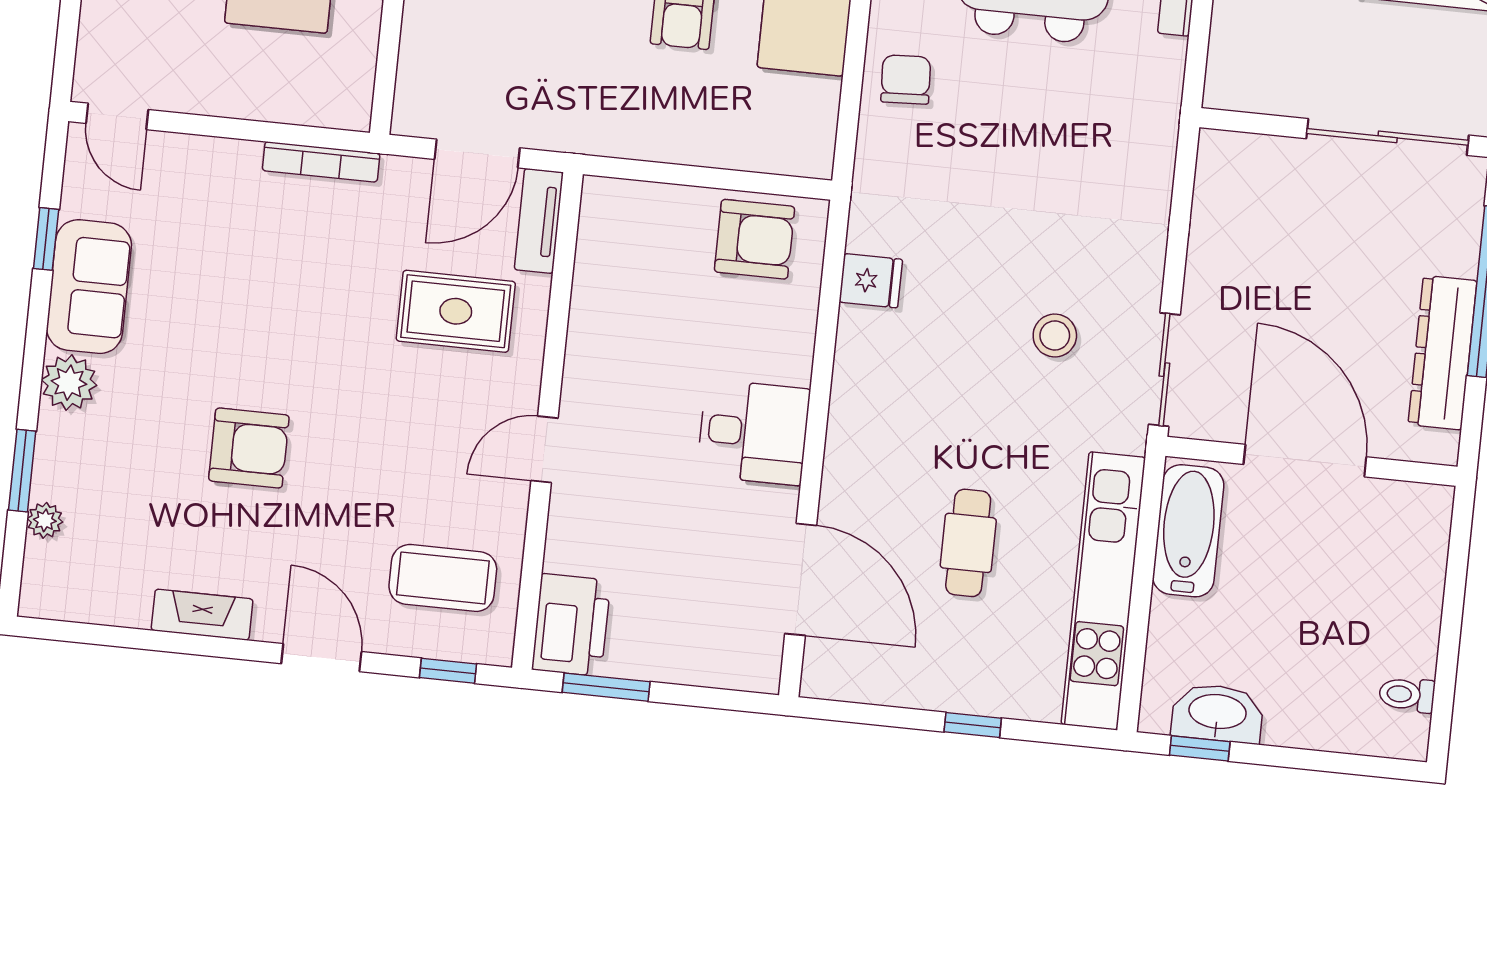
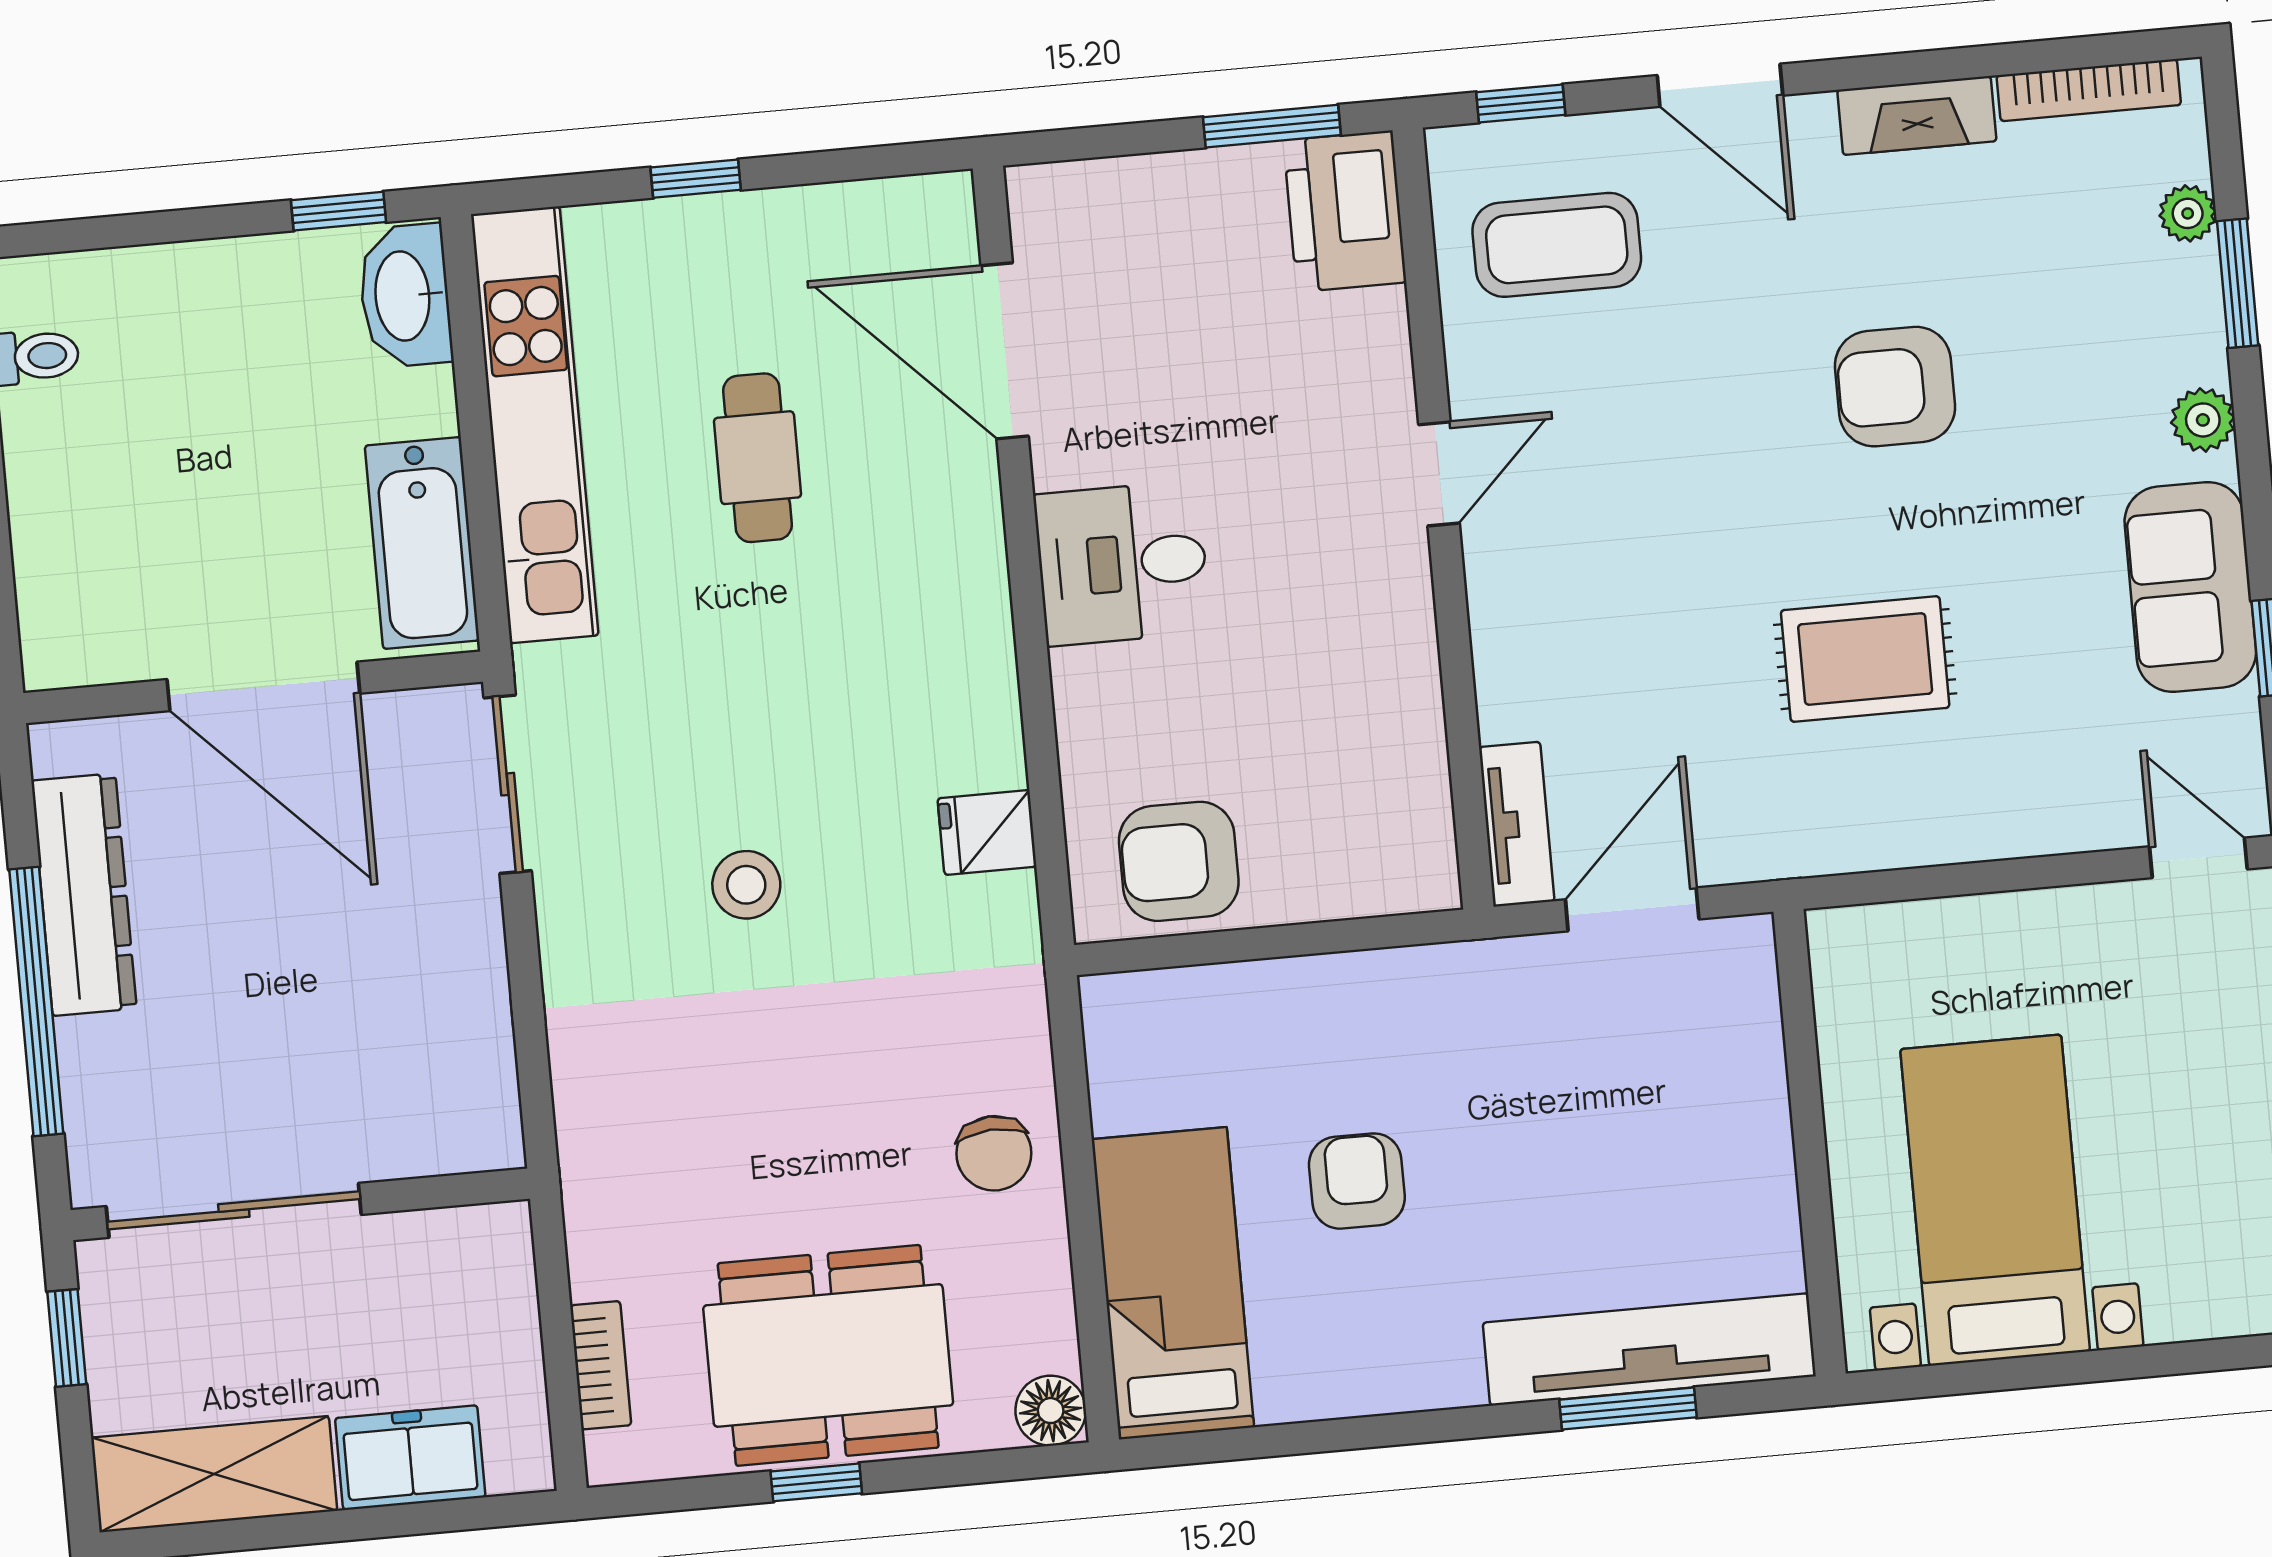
bookcase: (321, 162) -> (2089, 90), moved, turned 180
rug: (456, 311) -> (1865, 659), moved
stool: (1055, 336) -> (746, 885), moved
plant: (69, 383) -> (2203, 420), width x0.73, depth x0.73
washbasin: (1217, 713) -> (405, 296), moved, turned 90

